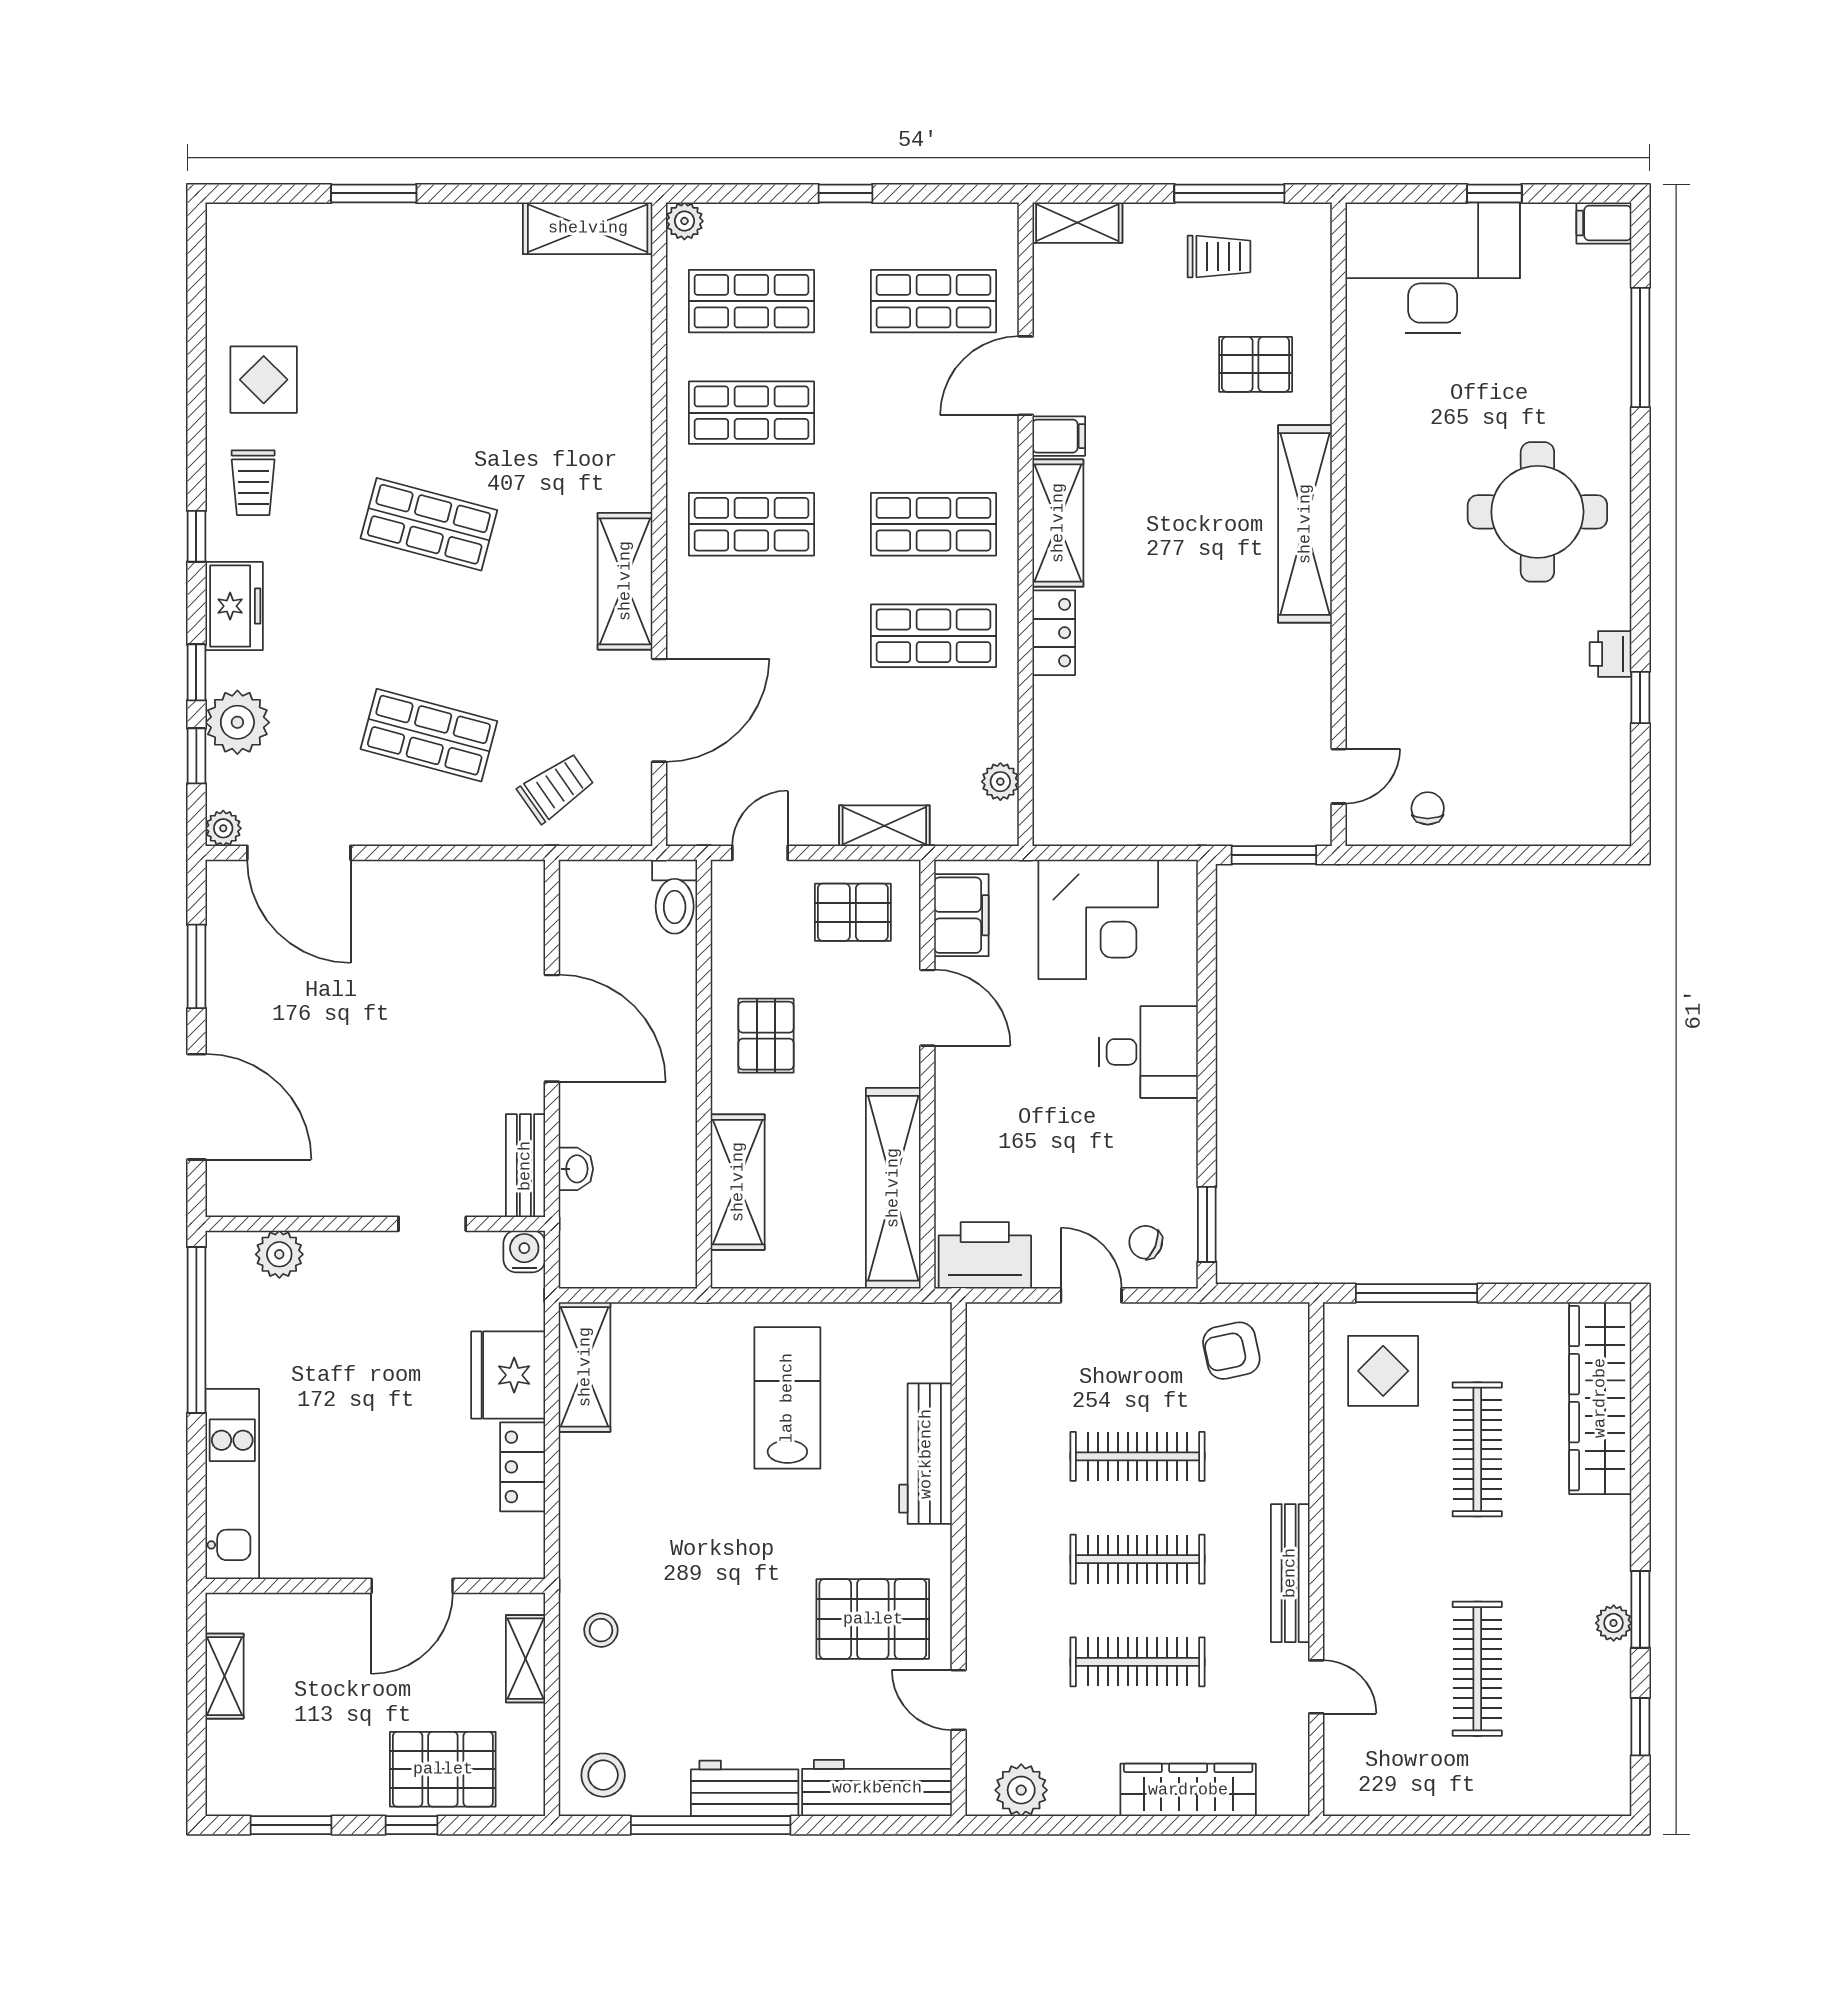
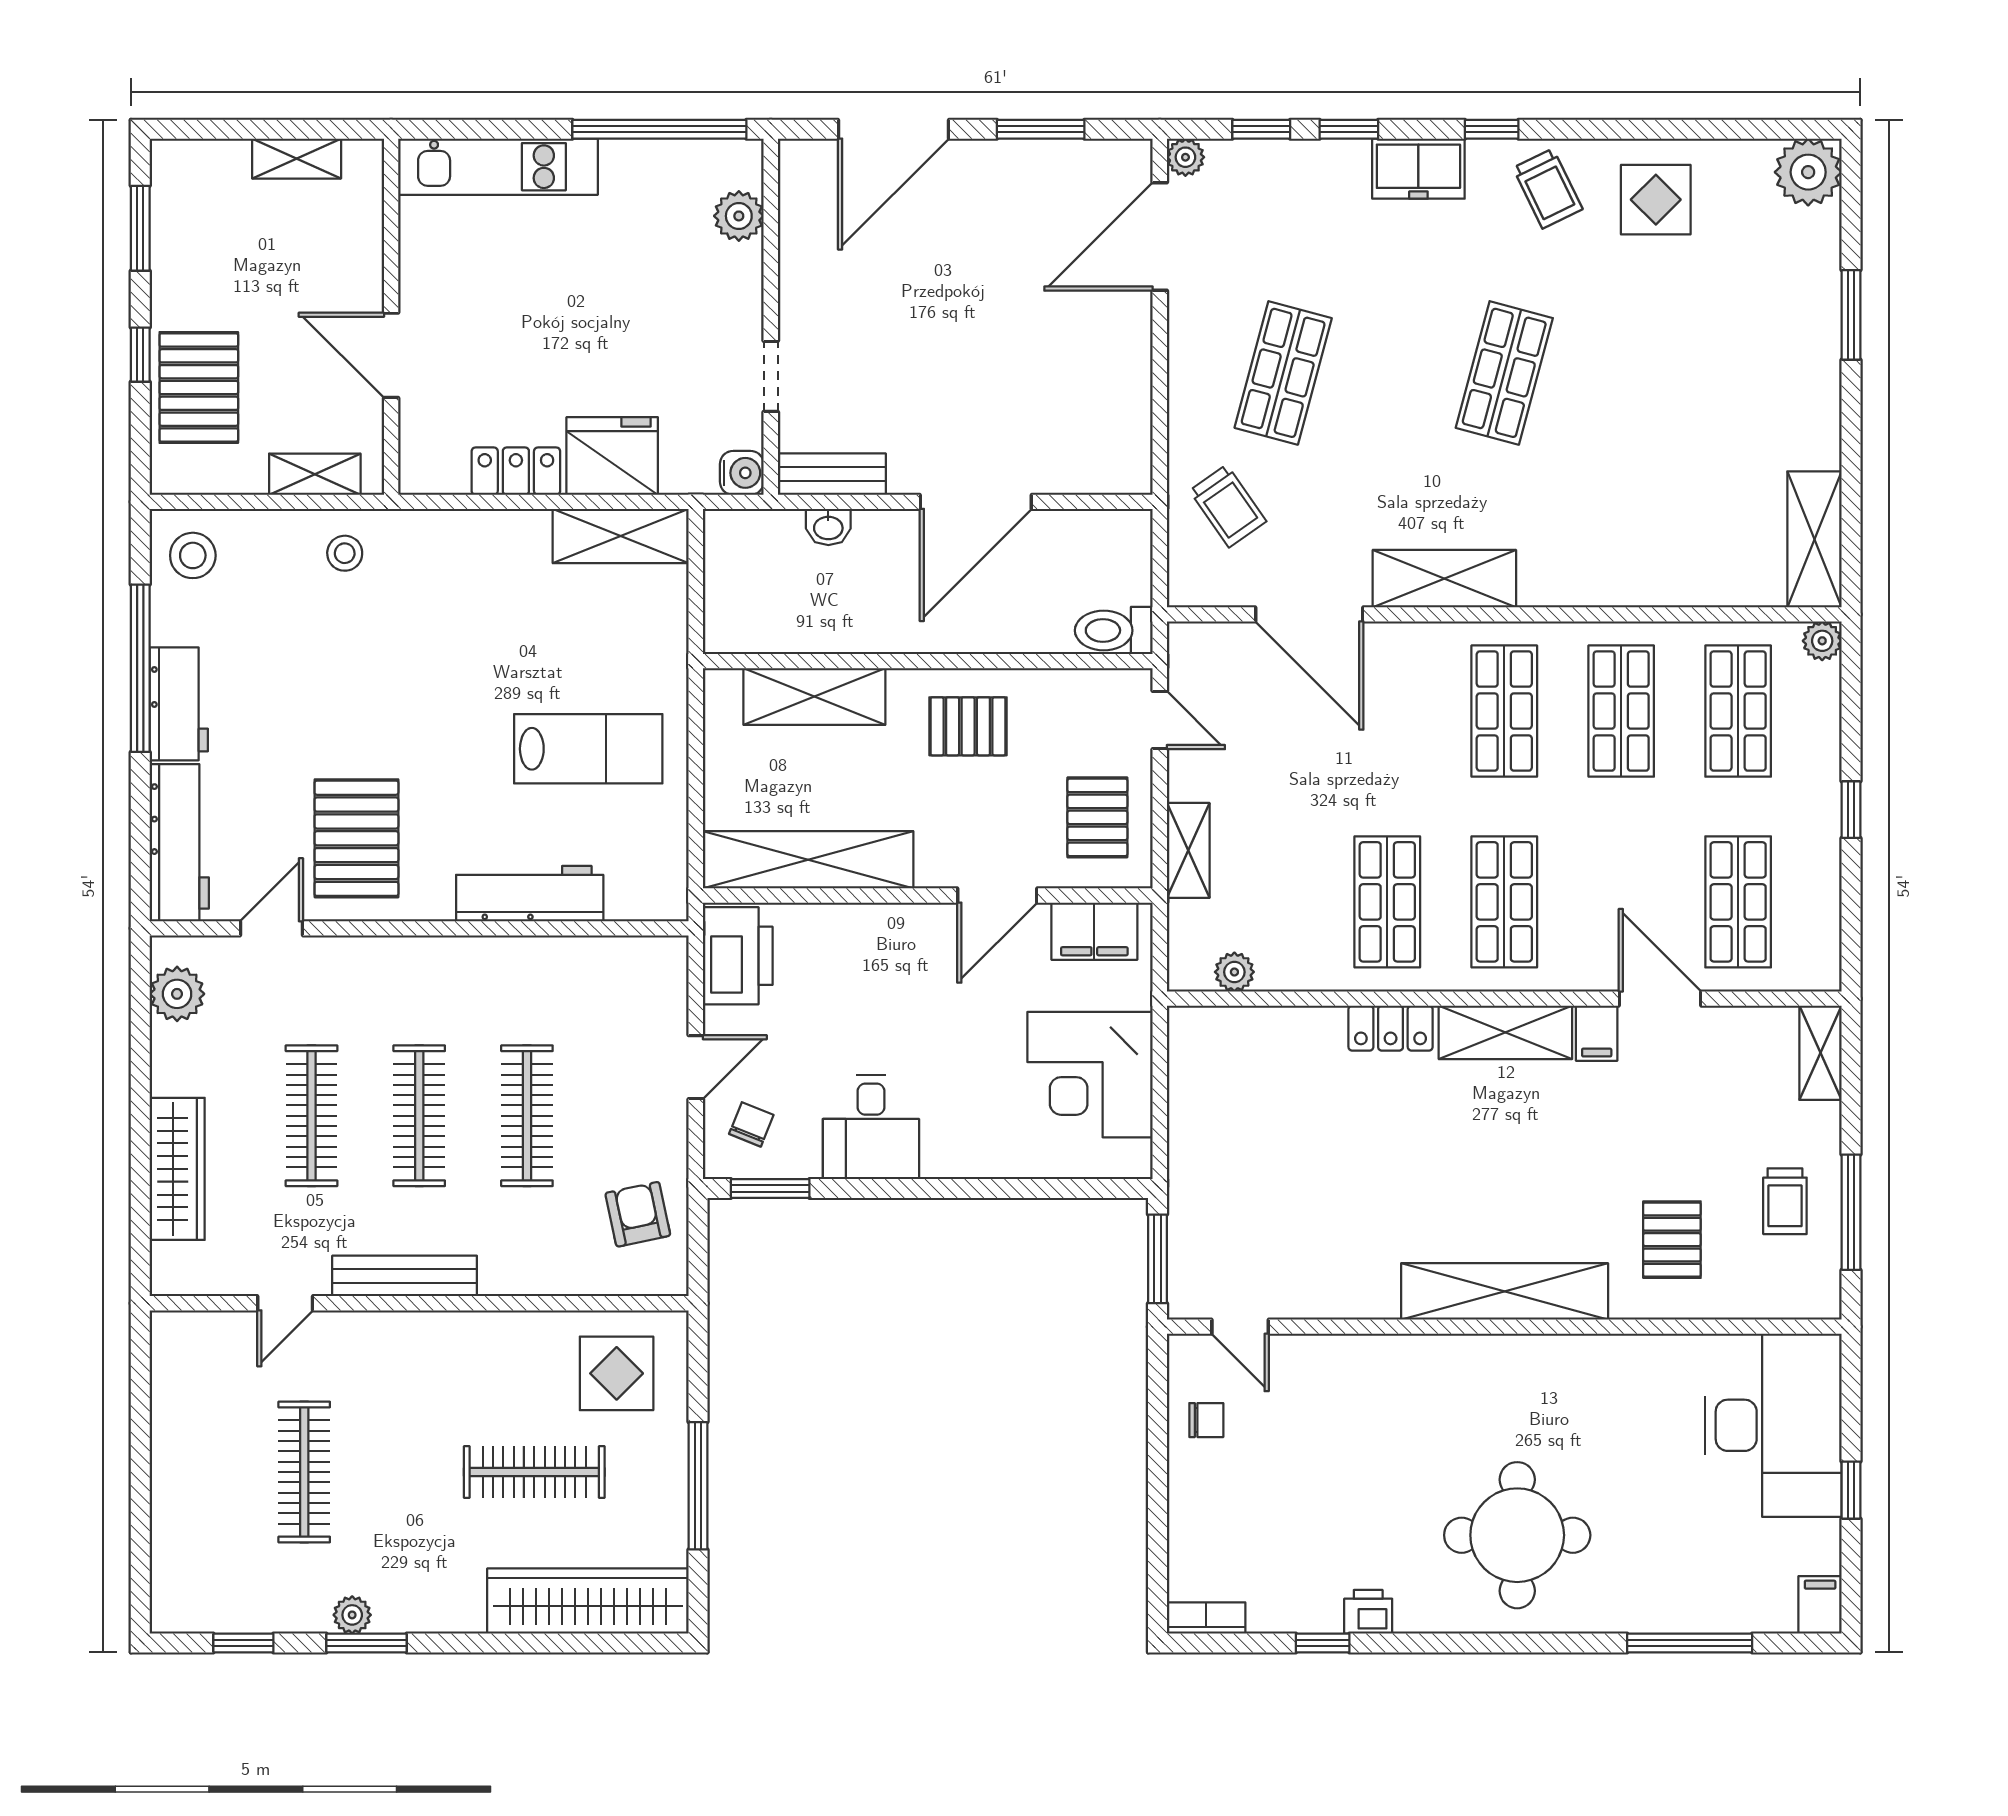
trolley: (253, 483) -> (1548, 189), turned -116
plant: (237, 722) -> (1808, 172), moved
bookcase: (1616, 809) -> (1206, 1618), added
desk: (1148, 1052) -> (871, 1127), moved
window: (1417, 1293) -> (698, 1486), moved
clothes rail: (1477, 1669) -> (304, 1472), turned 90

